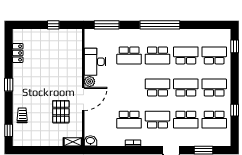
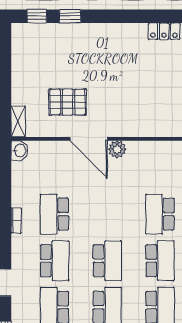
school desk: (157, 55) -> (160, 261), turned 180
desk: (95, 62) -> (150, 158), removed
window: (9, 85) -> (70, 16), moved
trolley: (22, 115) -> (62, 38), removed

